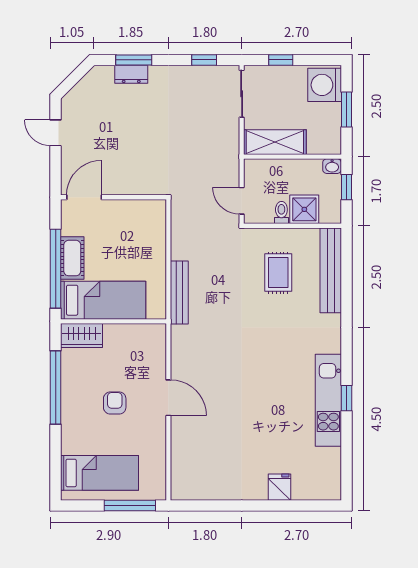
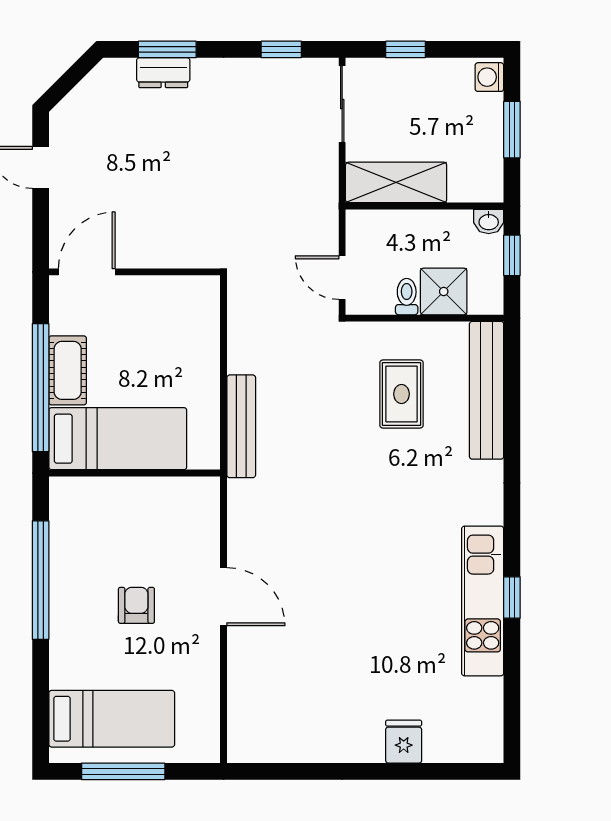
washing machine: (325, 85) -> (489, 77), width x0.53, depth x0.53
wardrobe: (82, 336) -> (83, 496), removed
window: (130, 505) -> (123, 771), moved

